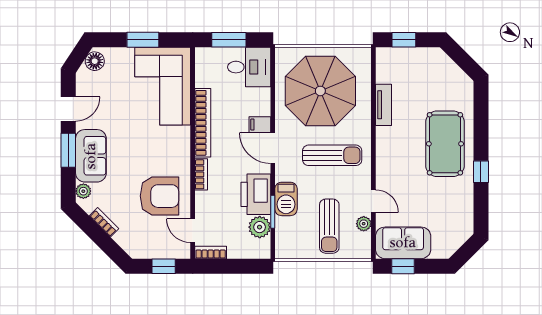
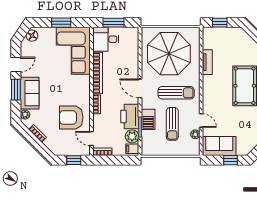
desk: (249, 67) -> (106, 39), moved, turned 180
filing cabinet: (260, 125) -> (132, 149), moved
armchair: (159, 196) -> (71, 118), turned 180
sun lounger: (329, 226) -> (172, 124), moved
window: (403, 266) -> (230, 160), moved

